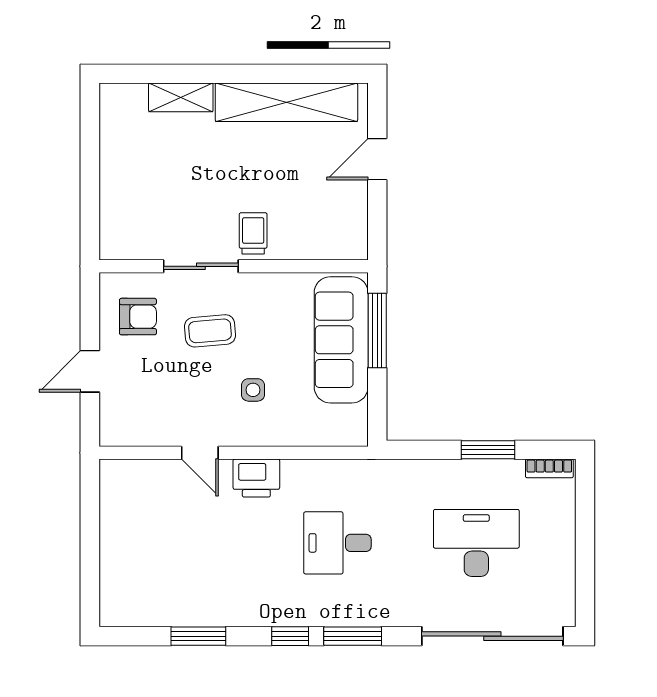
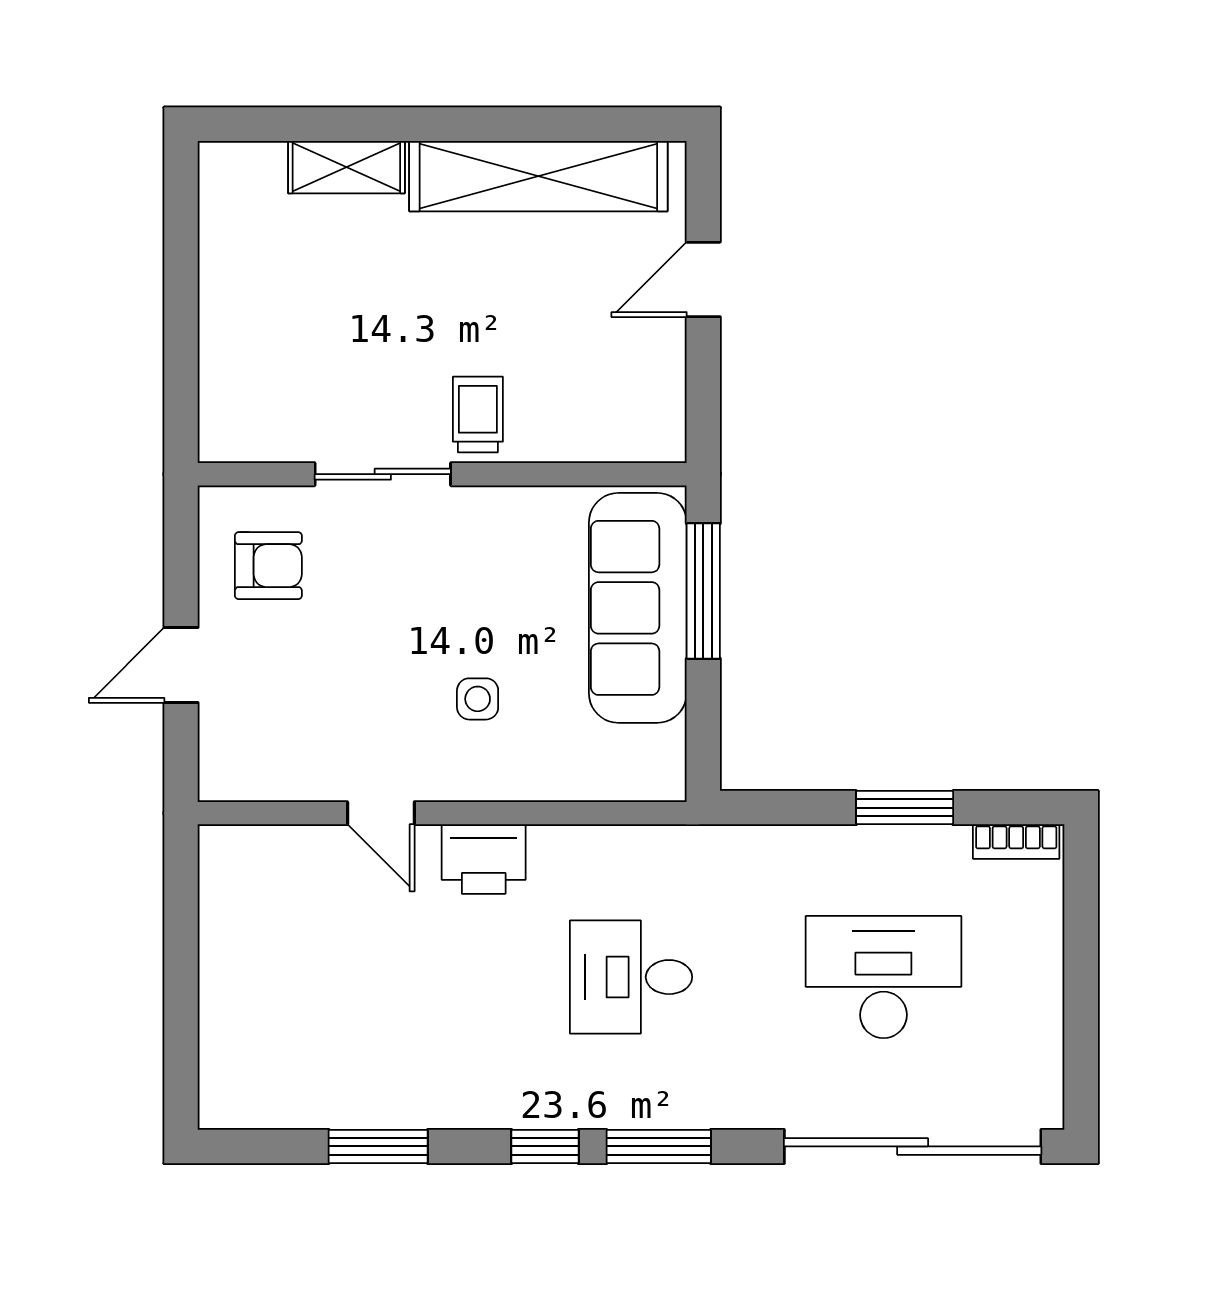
coffee table: (210, 331) -> (399, 592), removed

